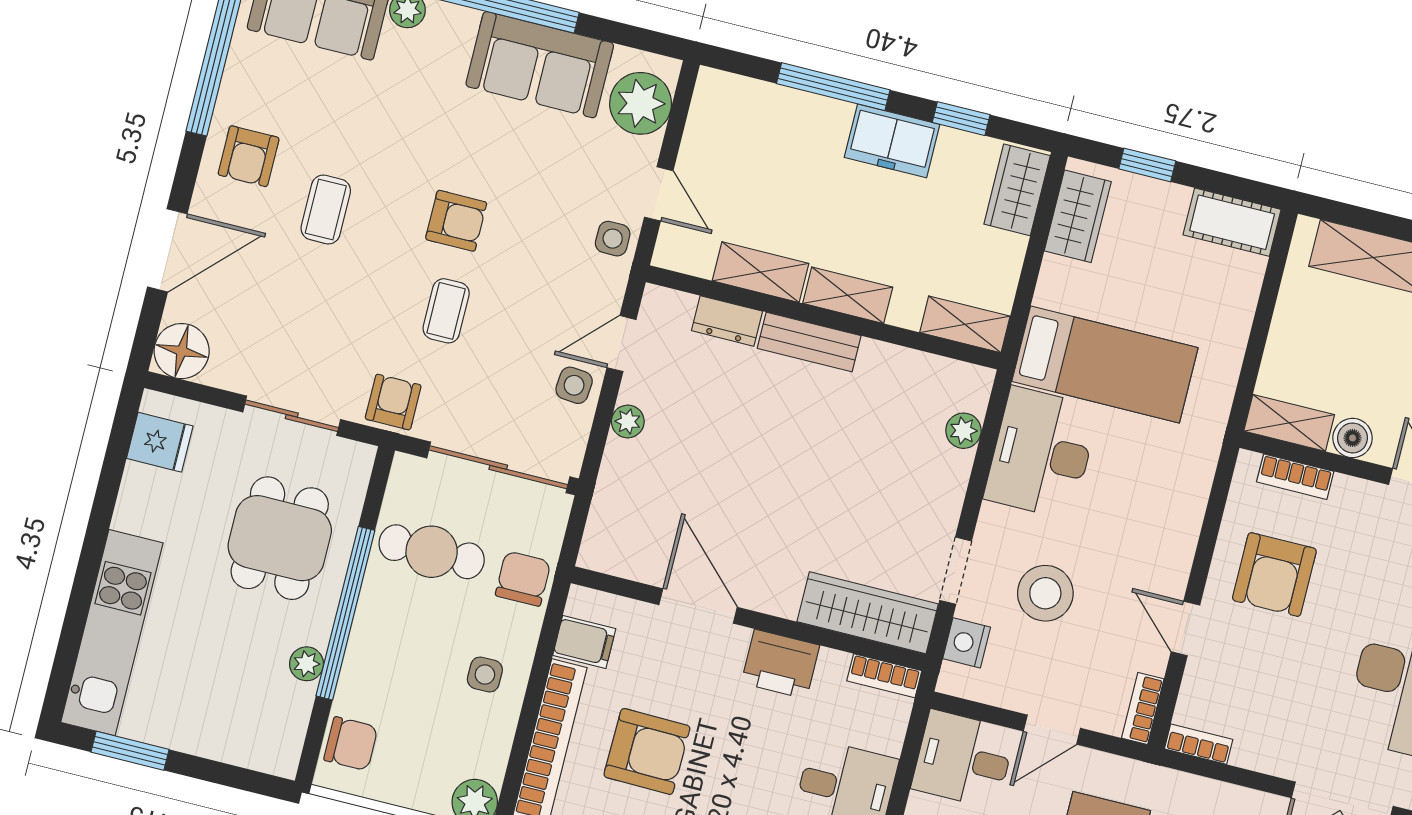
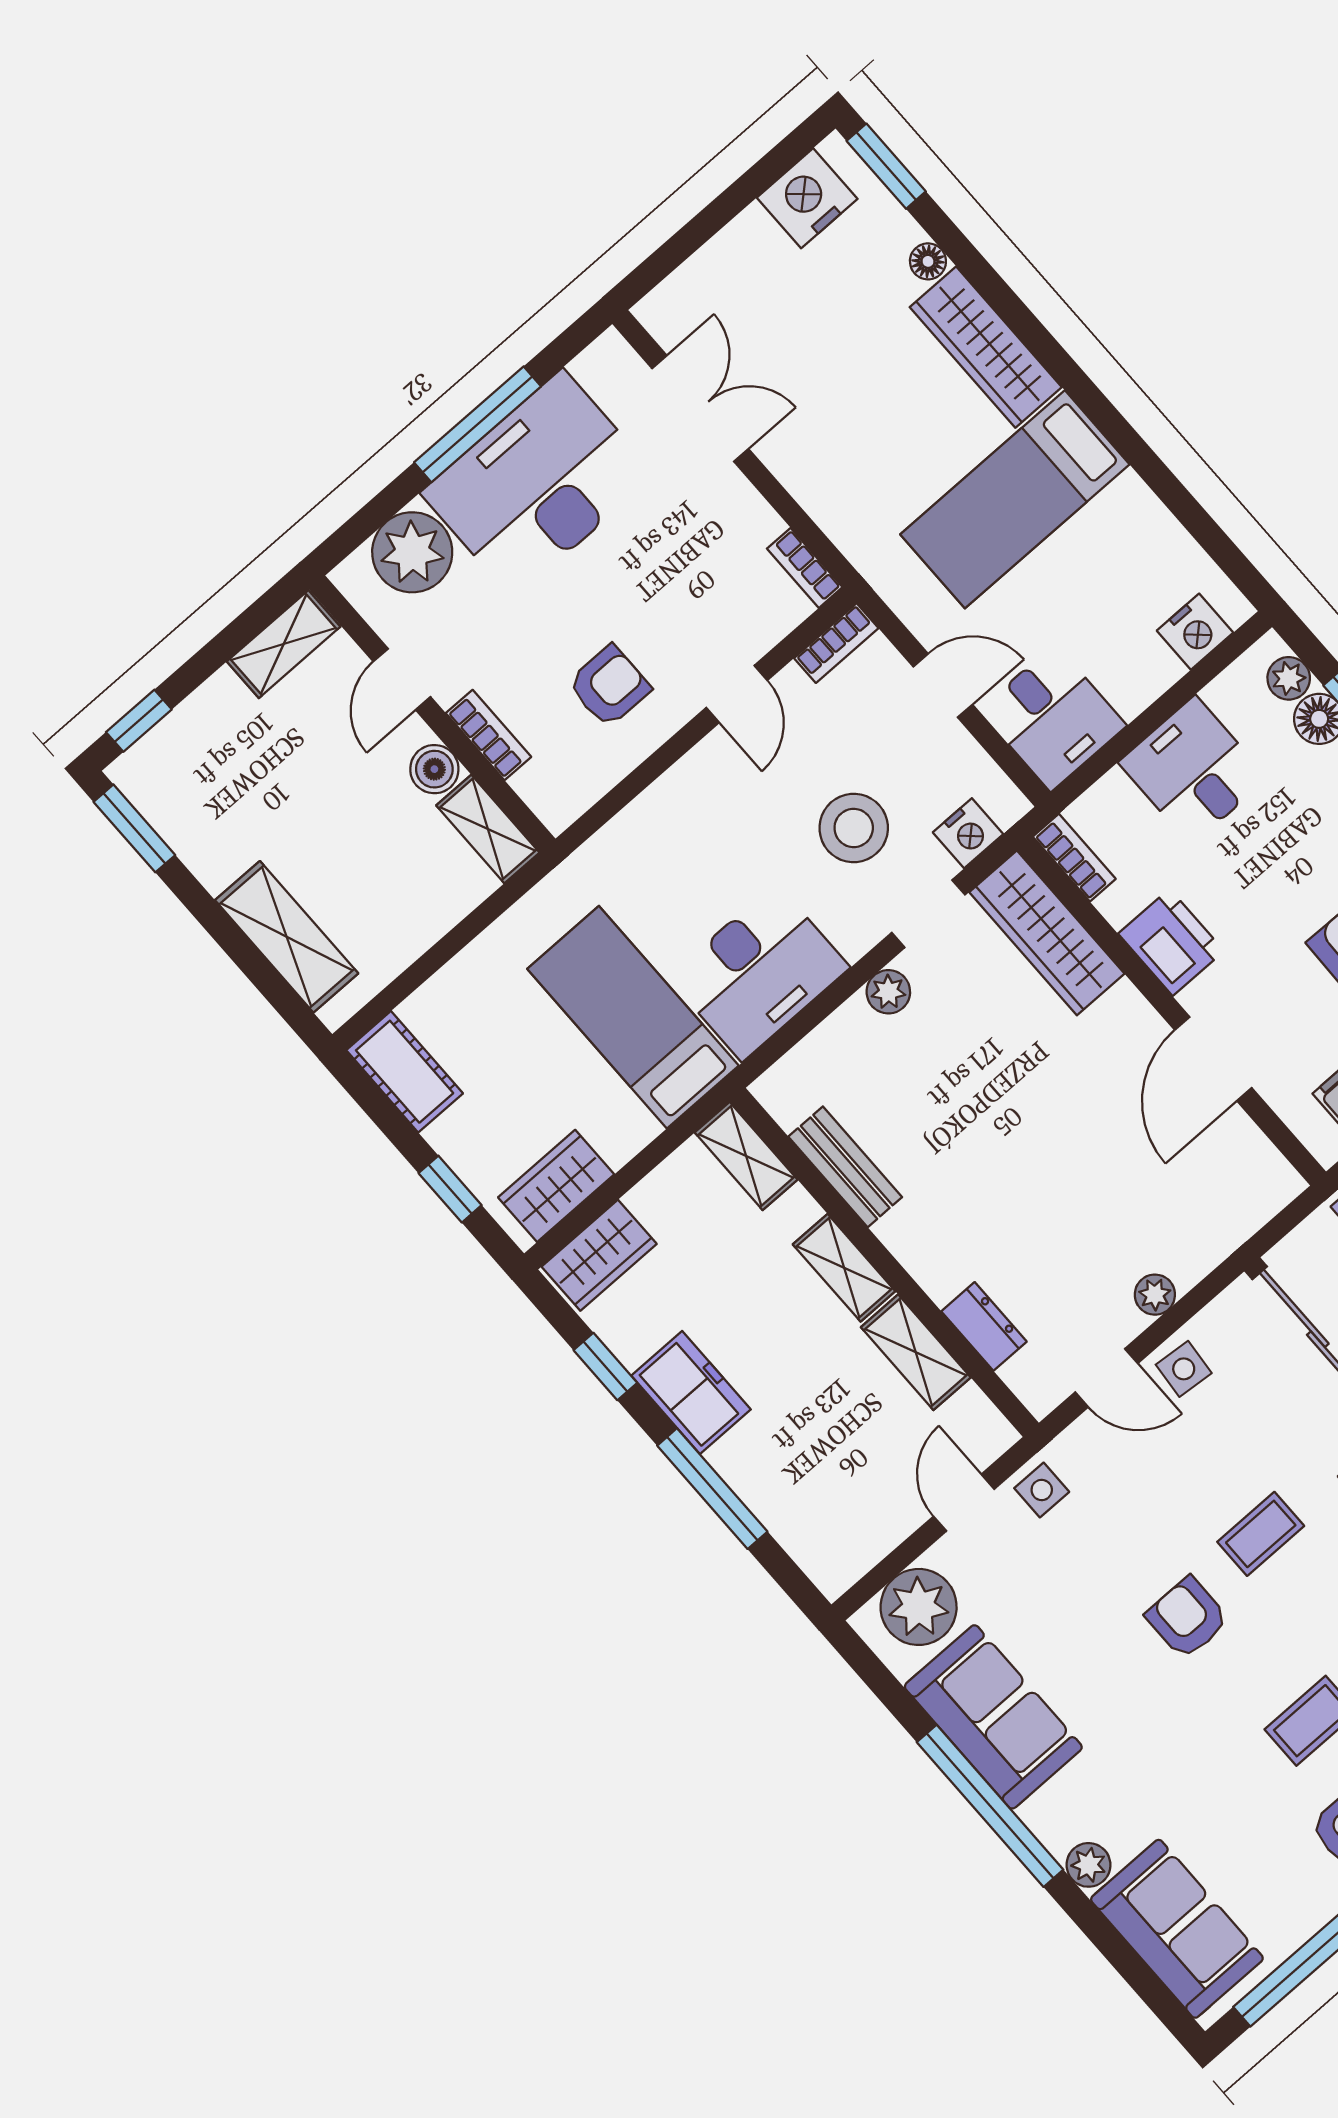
bench: (809, 342) -> (845, 1167), moved
plant: (963, 431) -> (888, 992), moved
bookcase: (1295, 477) -> (488, 735), moved
armchair: (1274, 575) -> (609, 686), width x0.72, depth x0.72

